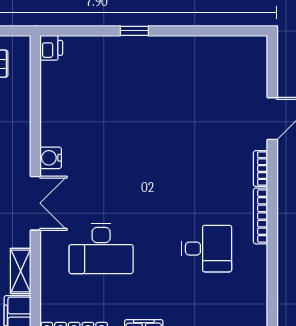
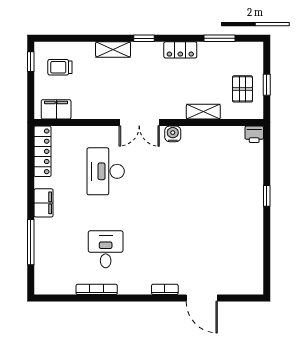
bookcase: (261, 216) -> (97, 289), moved
desk: (207, 249) -> (106, 249), turned 180
shelving: (21, 271) -> (203, 112), moved

